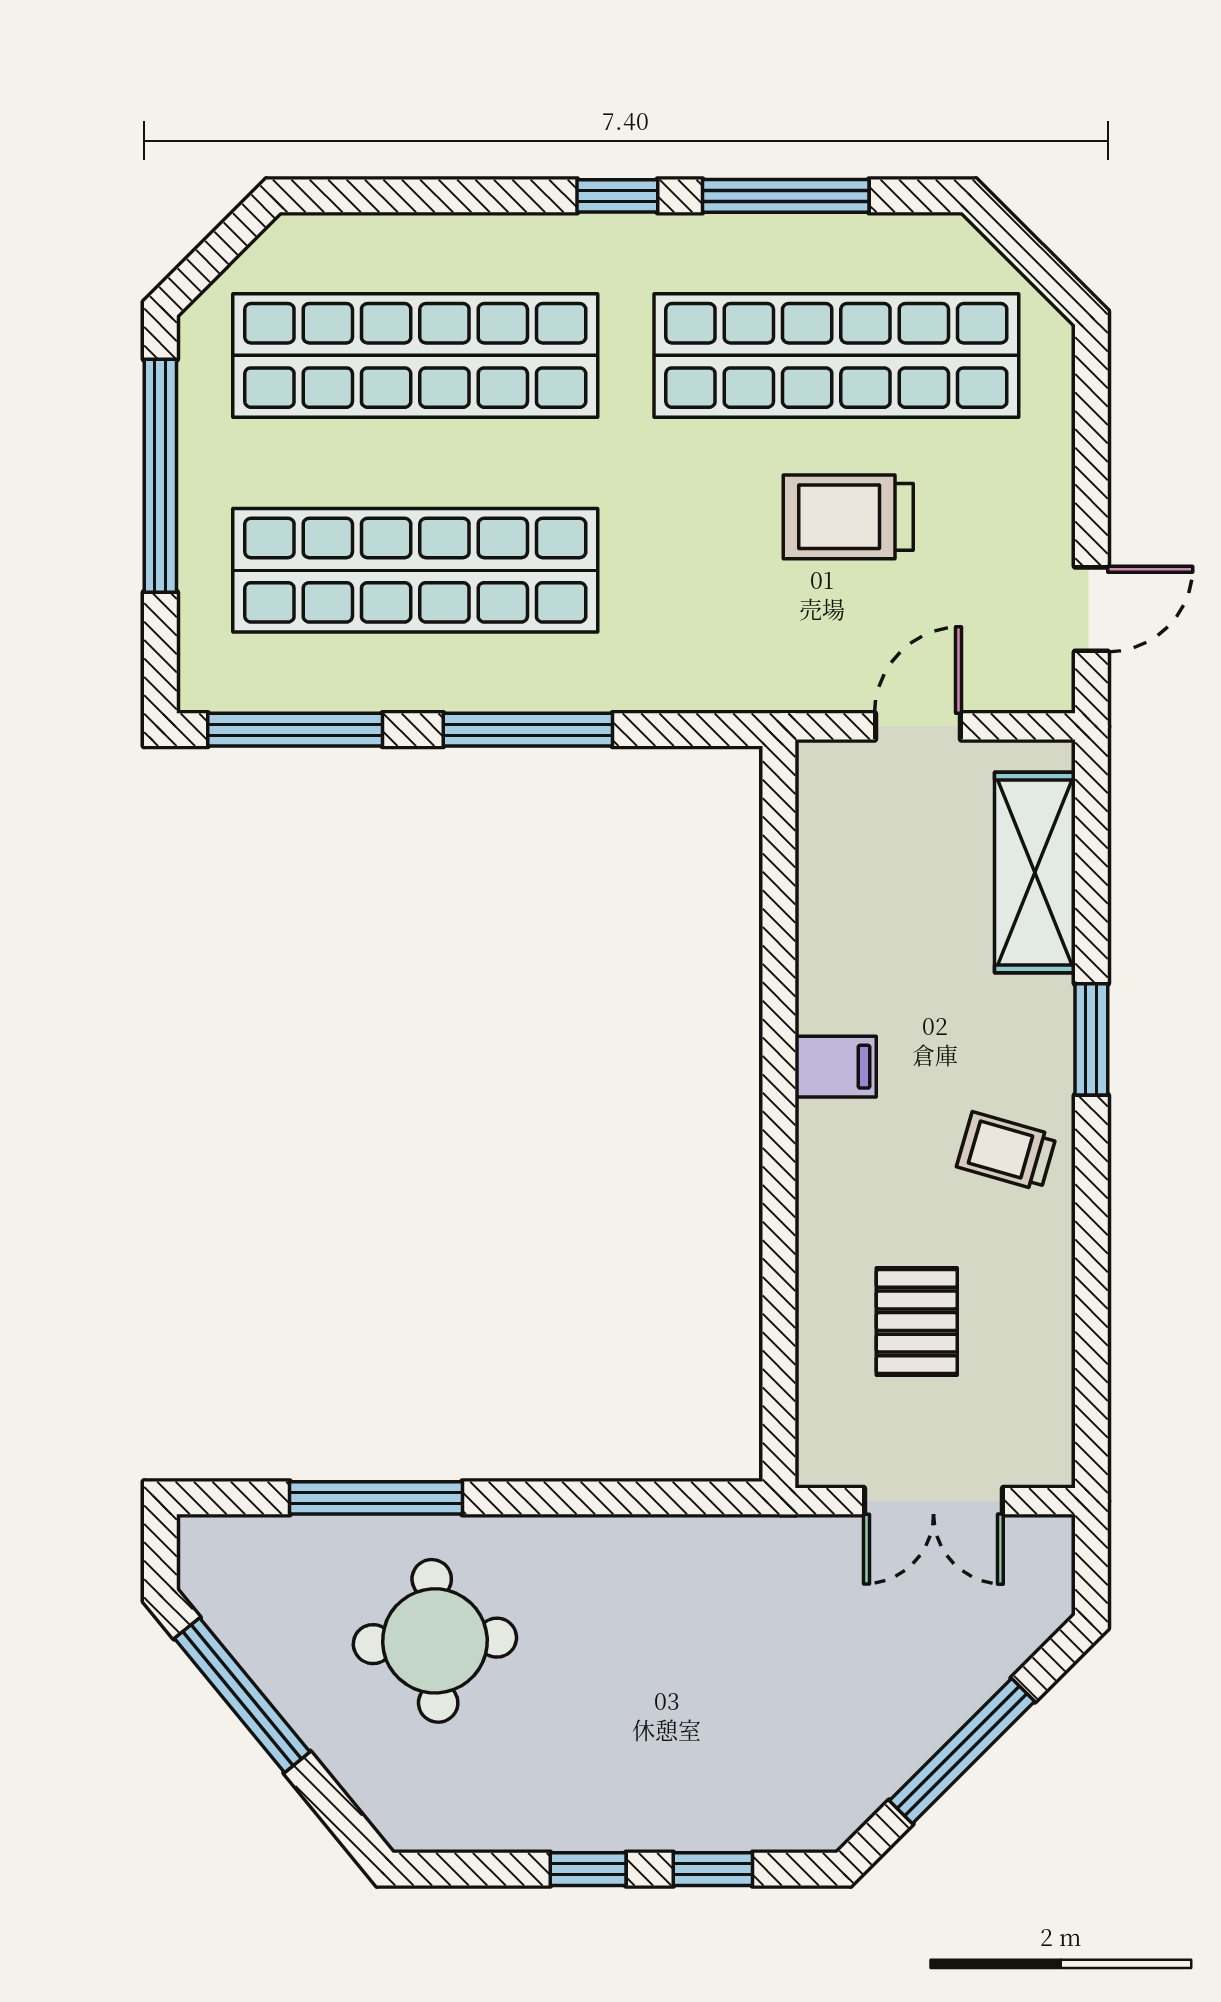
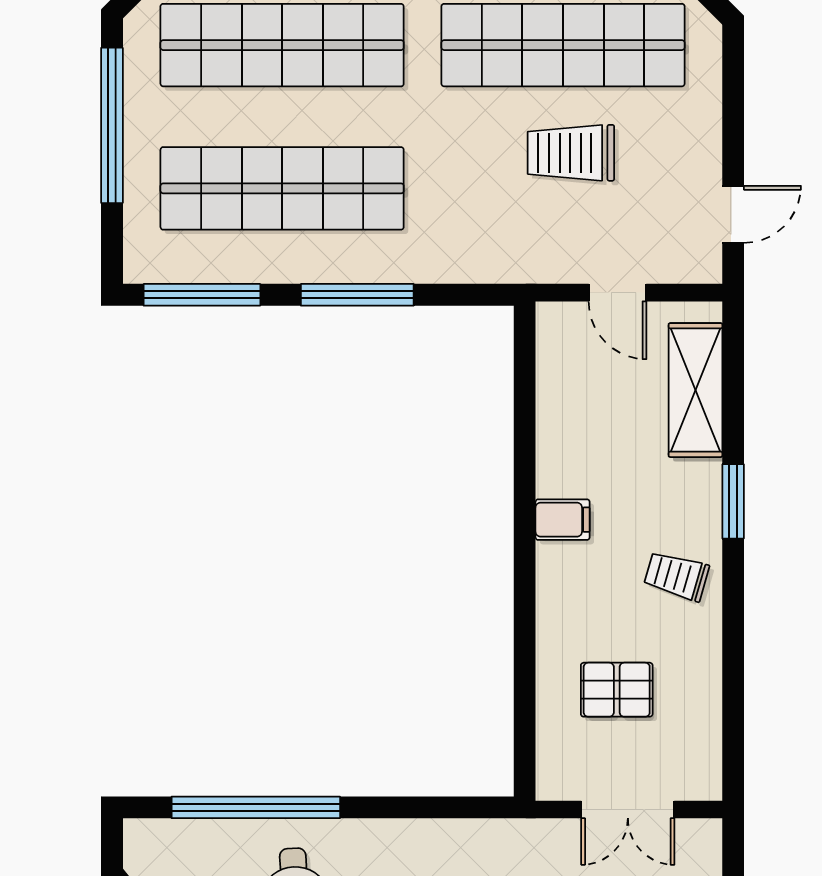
door: (918, 726) -> (618, 293), swing flipped
pallet: (917, 1322) -> (617, 690), turned 90
window: (376, 1498) -> (256, 807), width x1.46

